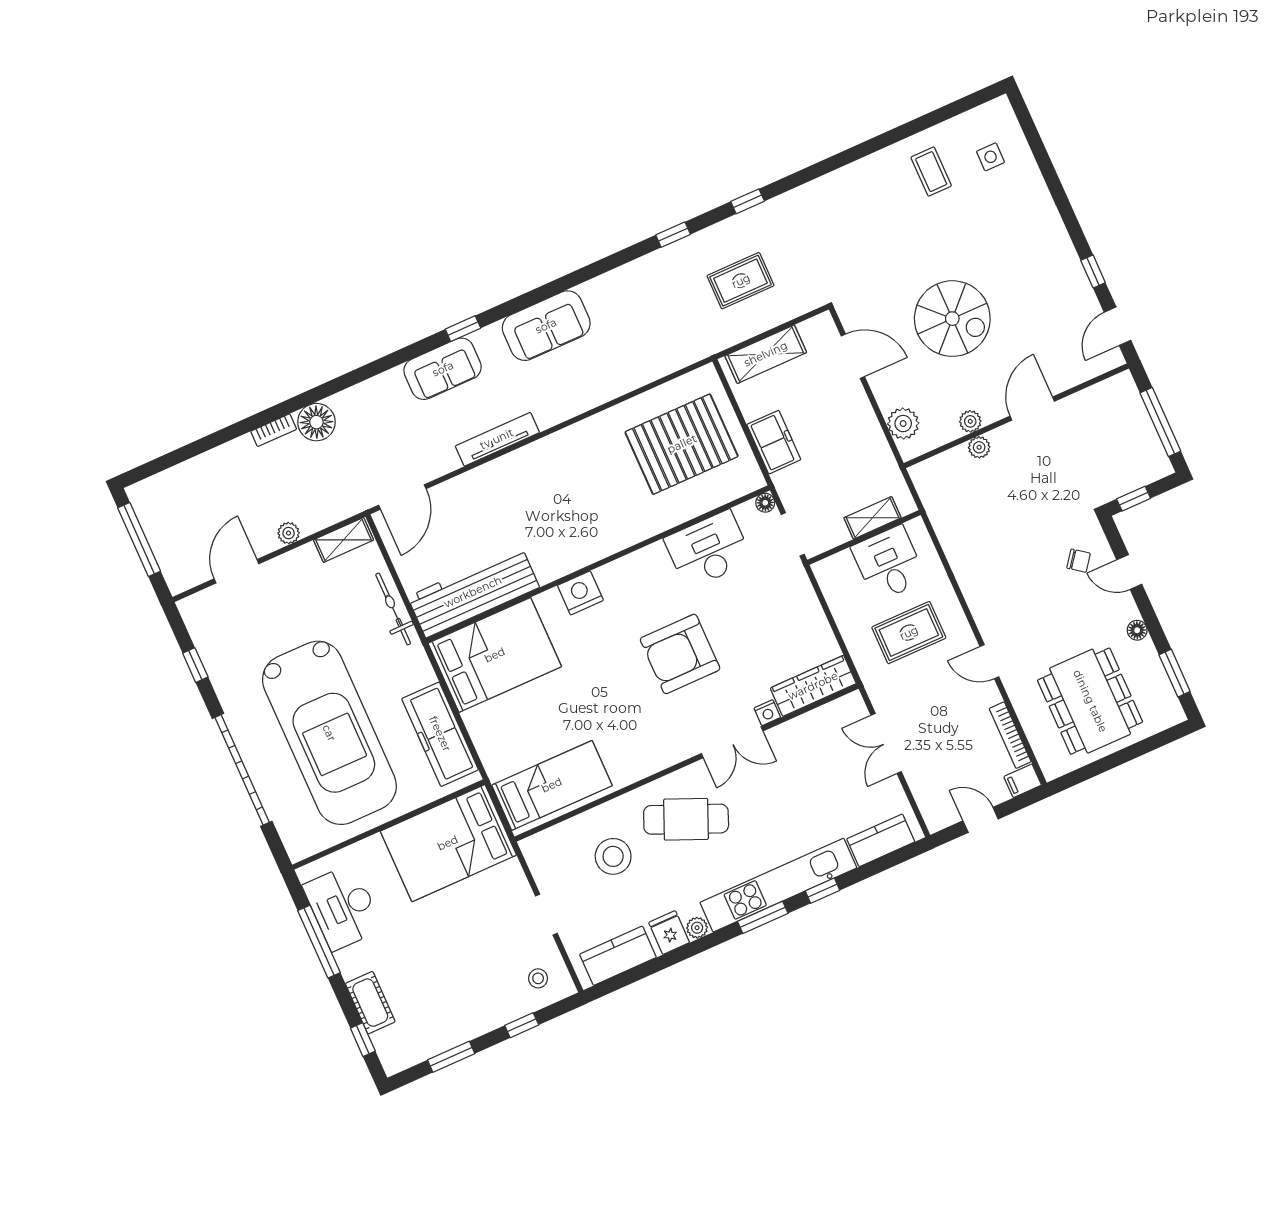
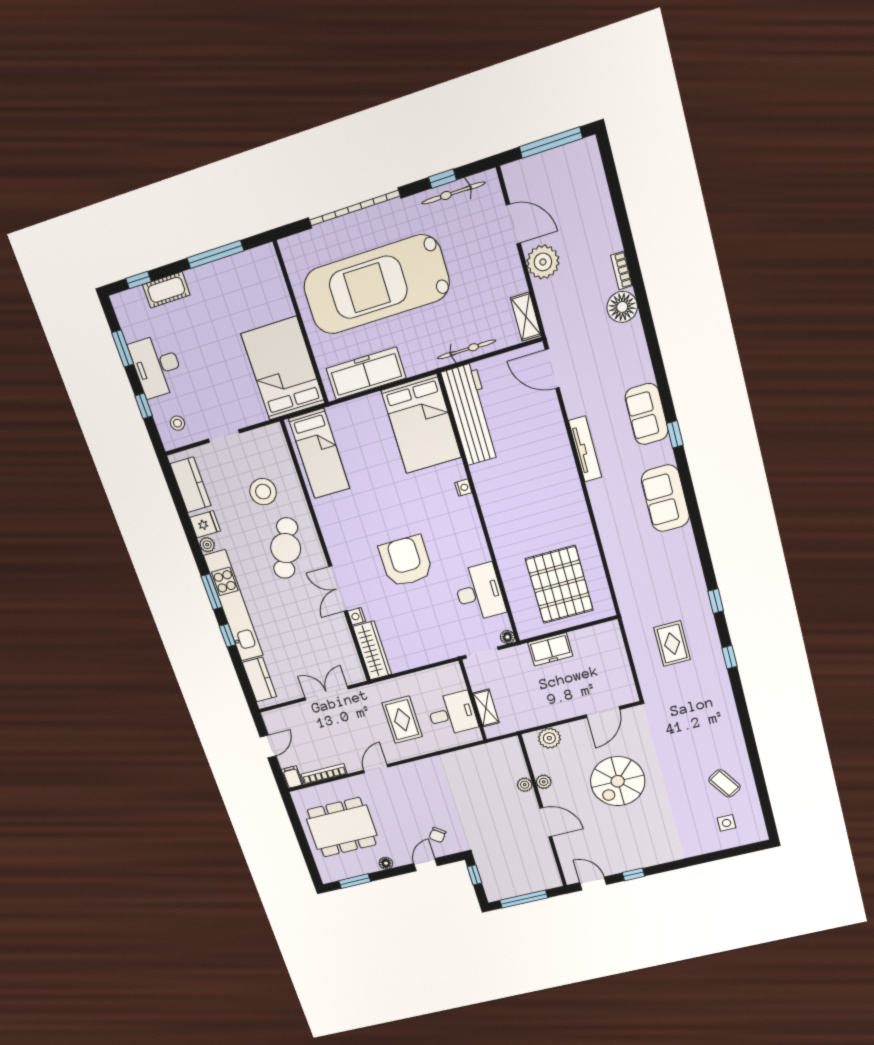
coffee table: (931, 172) -> (724, 783), turned 57
shelving: (766, 354) -> (615, 653), removed
plant: (289, 533) -> (543, 262), width x1.88, depth x1.88
nightstand: (580, 593) -> (463, 488), width x0.53, depth x0.56
bicycle: (210, 649) -> (453, 193), added
desk: (343, 907) -> (157, 366), moved, turned -90

